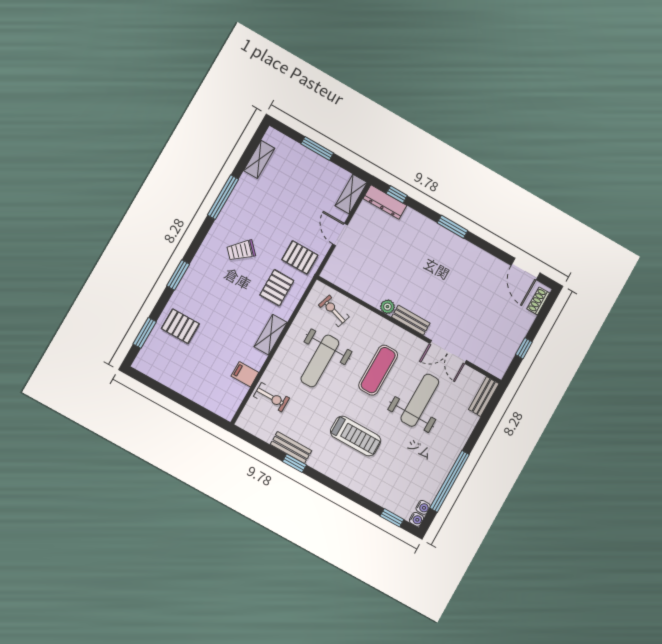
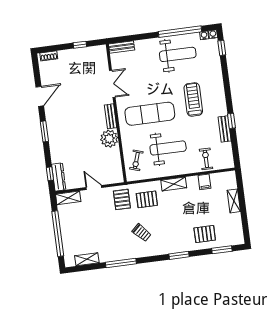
window: (317, 148) -> (58, 234), width x2.11
door: (340, 235) -> (94, 188), swing flipped
door: (526, 269) -> (40, 96), moved
plant: (387, 307) -> (109, 139), width x1.88, depth x1.88
pallet: (180, 326) -> (205, 234), turned 90
exercise mat: (378, 370) -> (150, 114), width x1.36, depth x1.45
shelving: (194, 393) -> (234, 201), added
weight bench: (420, 400) -> (178, 54), moved, turned 180

